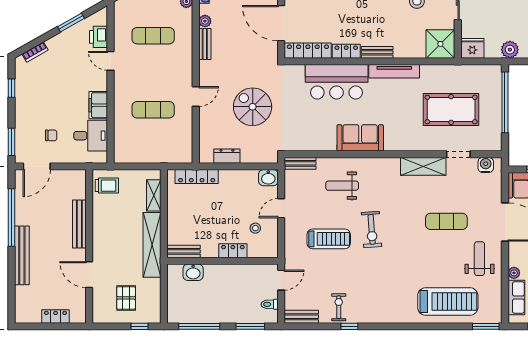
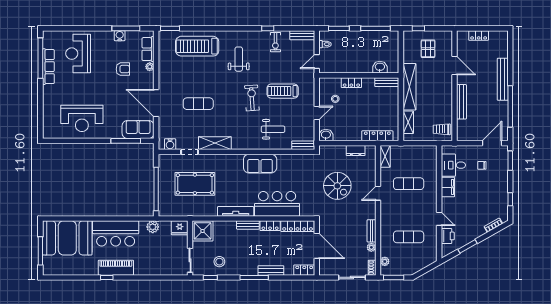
shelving: (186, 148) -> (385, 156), added
weight bench: (479, 259) -> (239, 59), moved, turned 180

